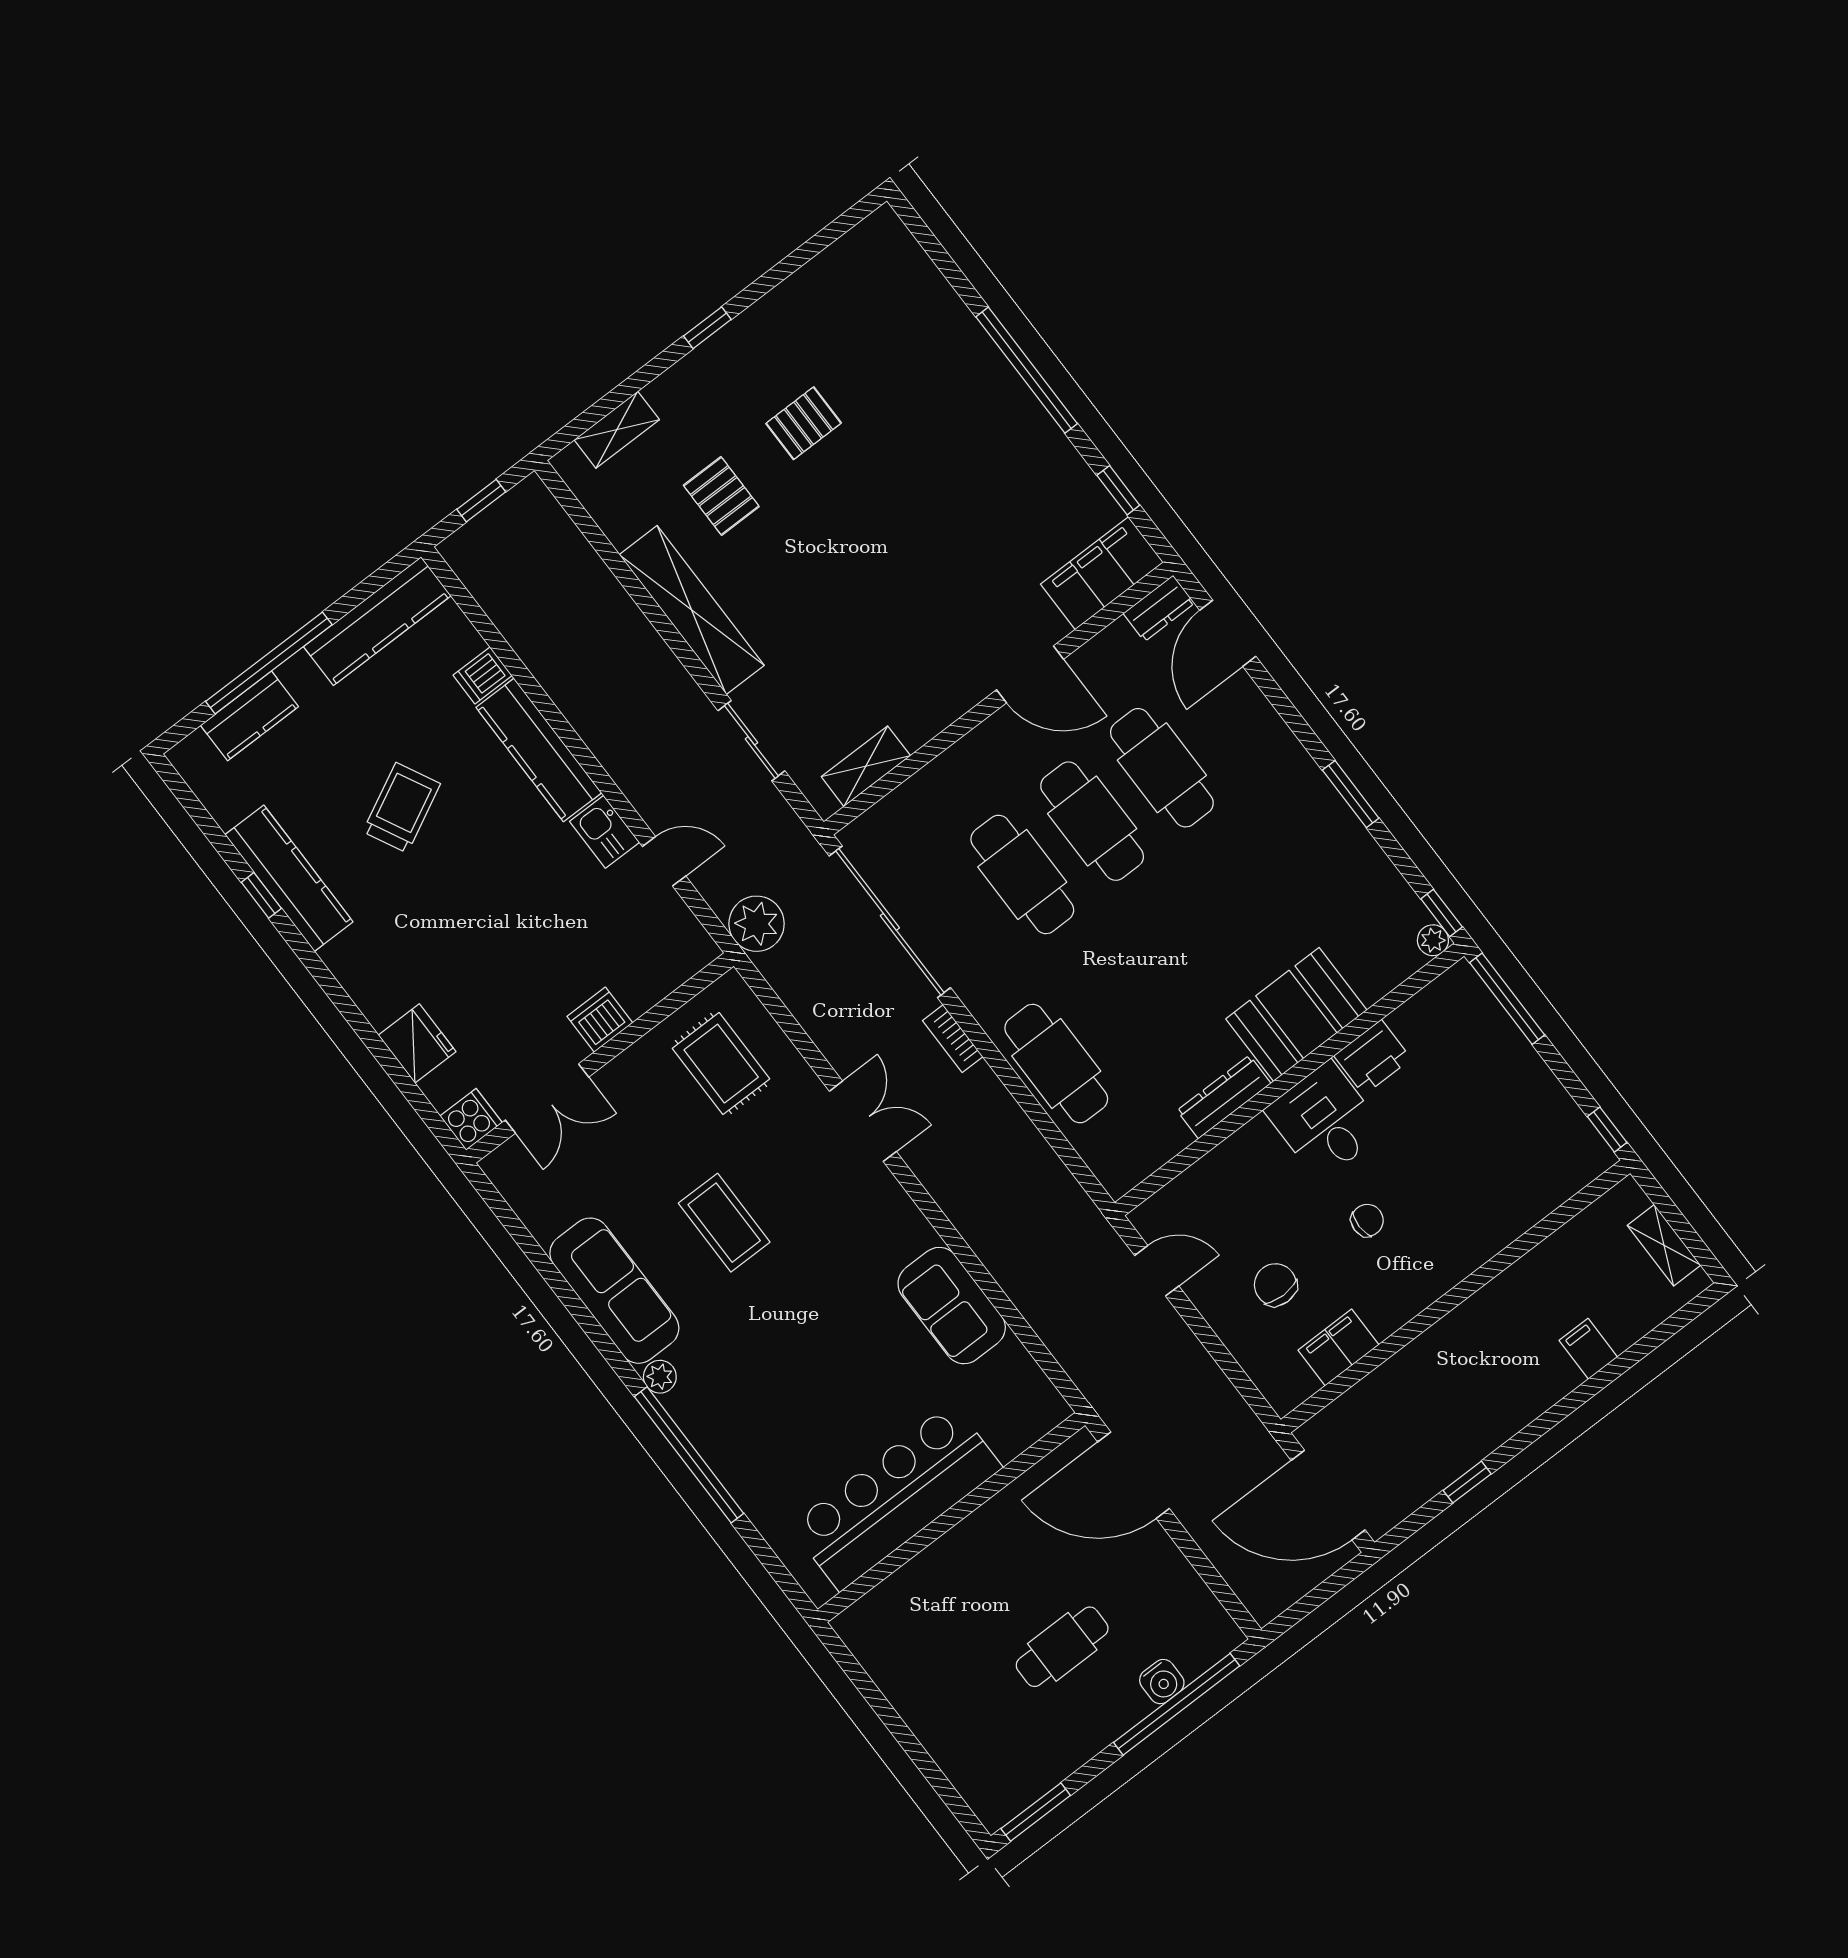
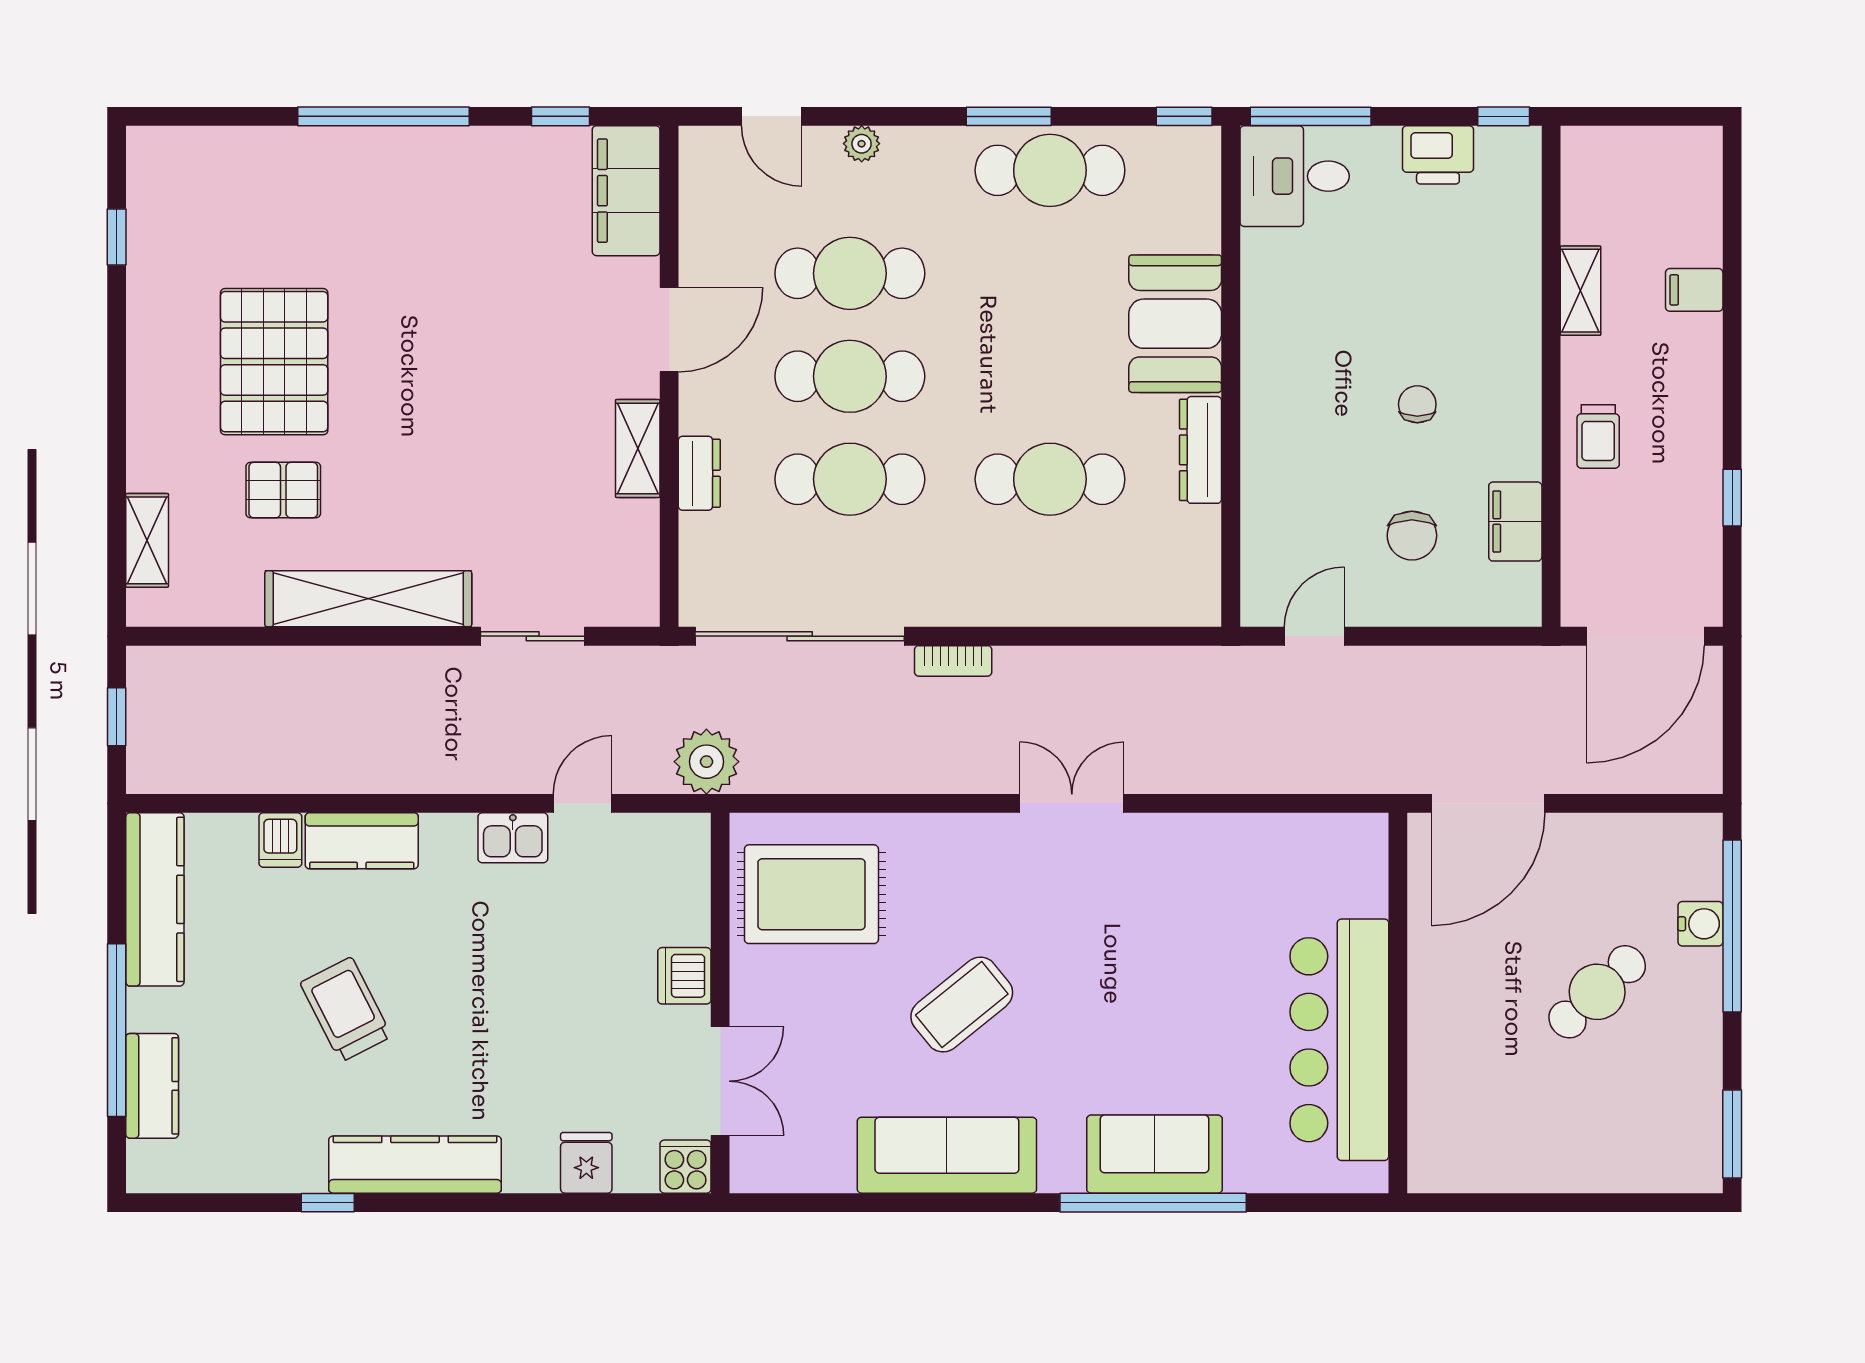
window: (707, 328) -> (117, 237), moved
pallet: (804, 423) -> (274, 362), width x2.05, depth x2.00
dresser: (1159, 608) -> (699, 473), moved
door: (1228, 633) -> (772, 116), width x0.73
kitchen counter: (539, 750) -> (362, 841), width x0.67
shelving: (866, 766) -> (638, 448), moved
cafe table: (1335, 850) -> (1050, 170), added
kitchen counter: (289, 878) -> (415, 1165), moved
plant: (1433, 940) -> (862, 144), moved
fridge: (417, 1043) -> (586, 1163), width x0.72
printer: (1373, 1057) -> (1438, 155), moved, turned 90
rug: (721, 1064) -> (811, 894), width x1.36, depth x1.43
cafe table: (1056, 1064) -> (1050, 479), moved
double door: (863, 1121) -> (1072, 803), moved
desk: (1325, 1121) -> (1295, 176), moved
coffee table: (724, 1223) -> (962, 1005), turned -39
shelving: (1664, 1245) -> (1580, 291), moved, turned 90
chair: (1275, 1285) -> (1412, 536), turned -90
sofa: (952, 1306) -> (1154, 1154), moved, turned 180
trolley: (1439, 1360) -> (1598, 437), added
plant: (660, 1377) -> (1059, 1174), removed
cafe table: (1062, 1647) -> (1597, 992), turned 47

